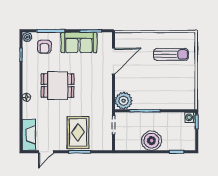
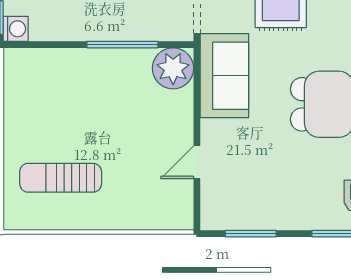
sofa: (79, 42) -> (224, 76), moved, turned 90
door: (113, 61) -> (197, 162), width x0.53

